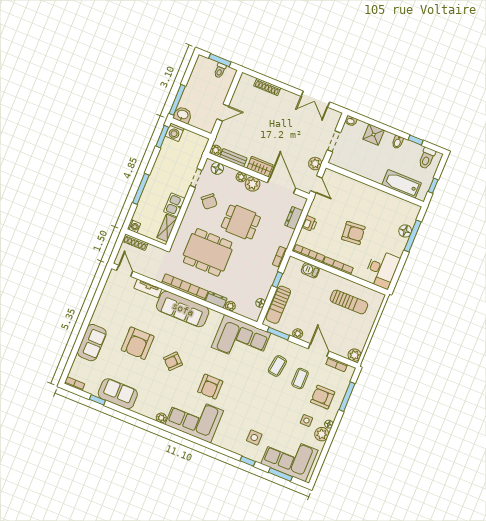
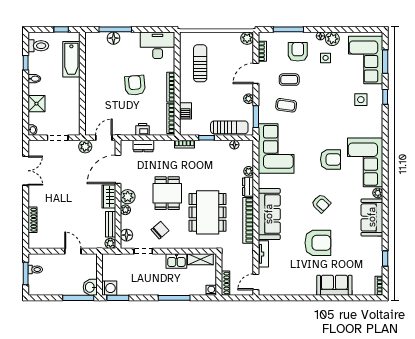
sofa: (118, 394) -> (372, 217), moved
armchair: (323, 397) -> (298, 52), turned 180

